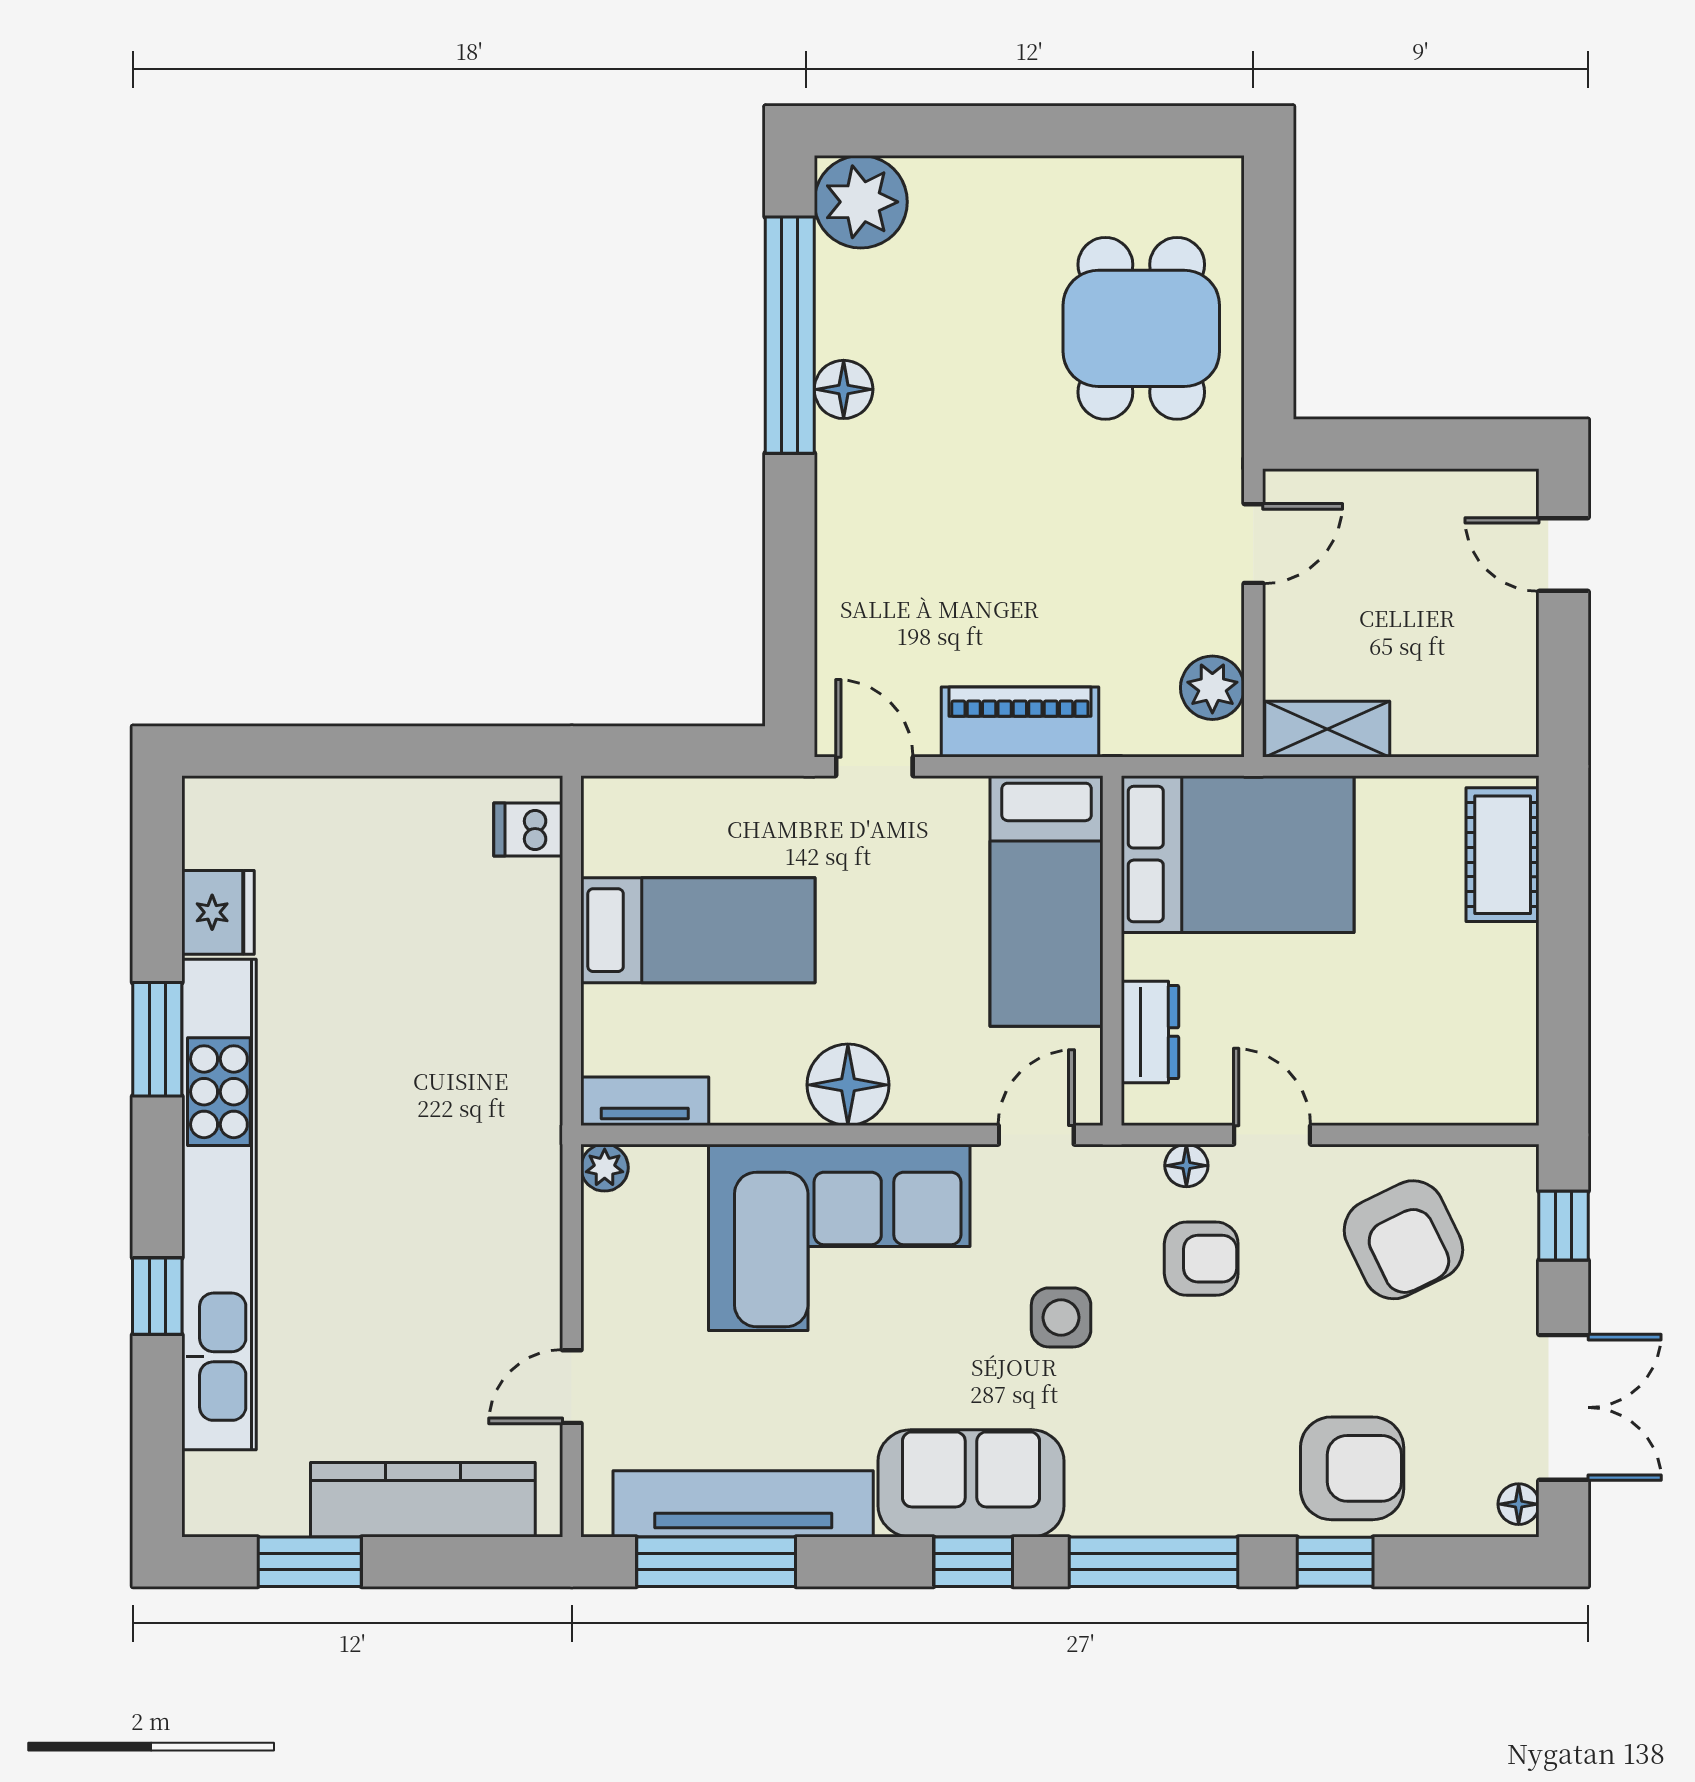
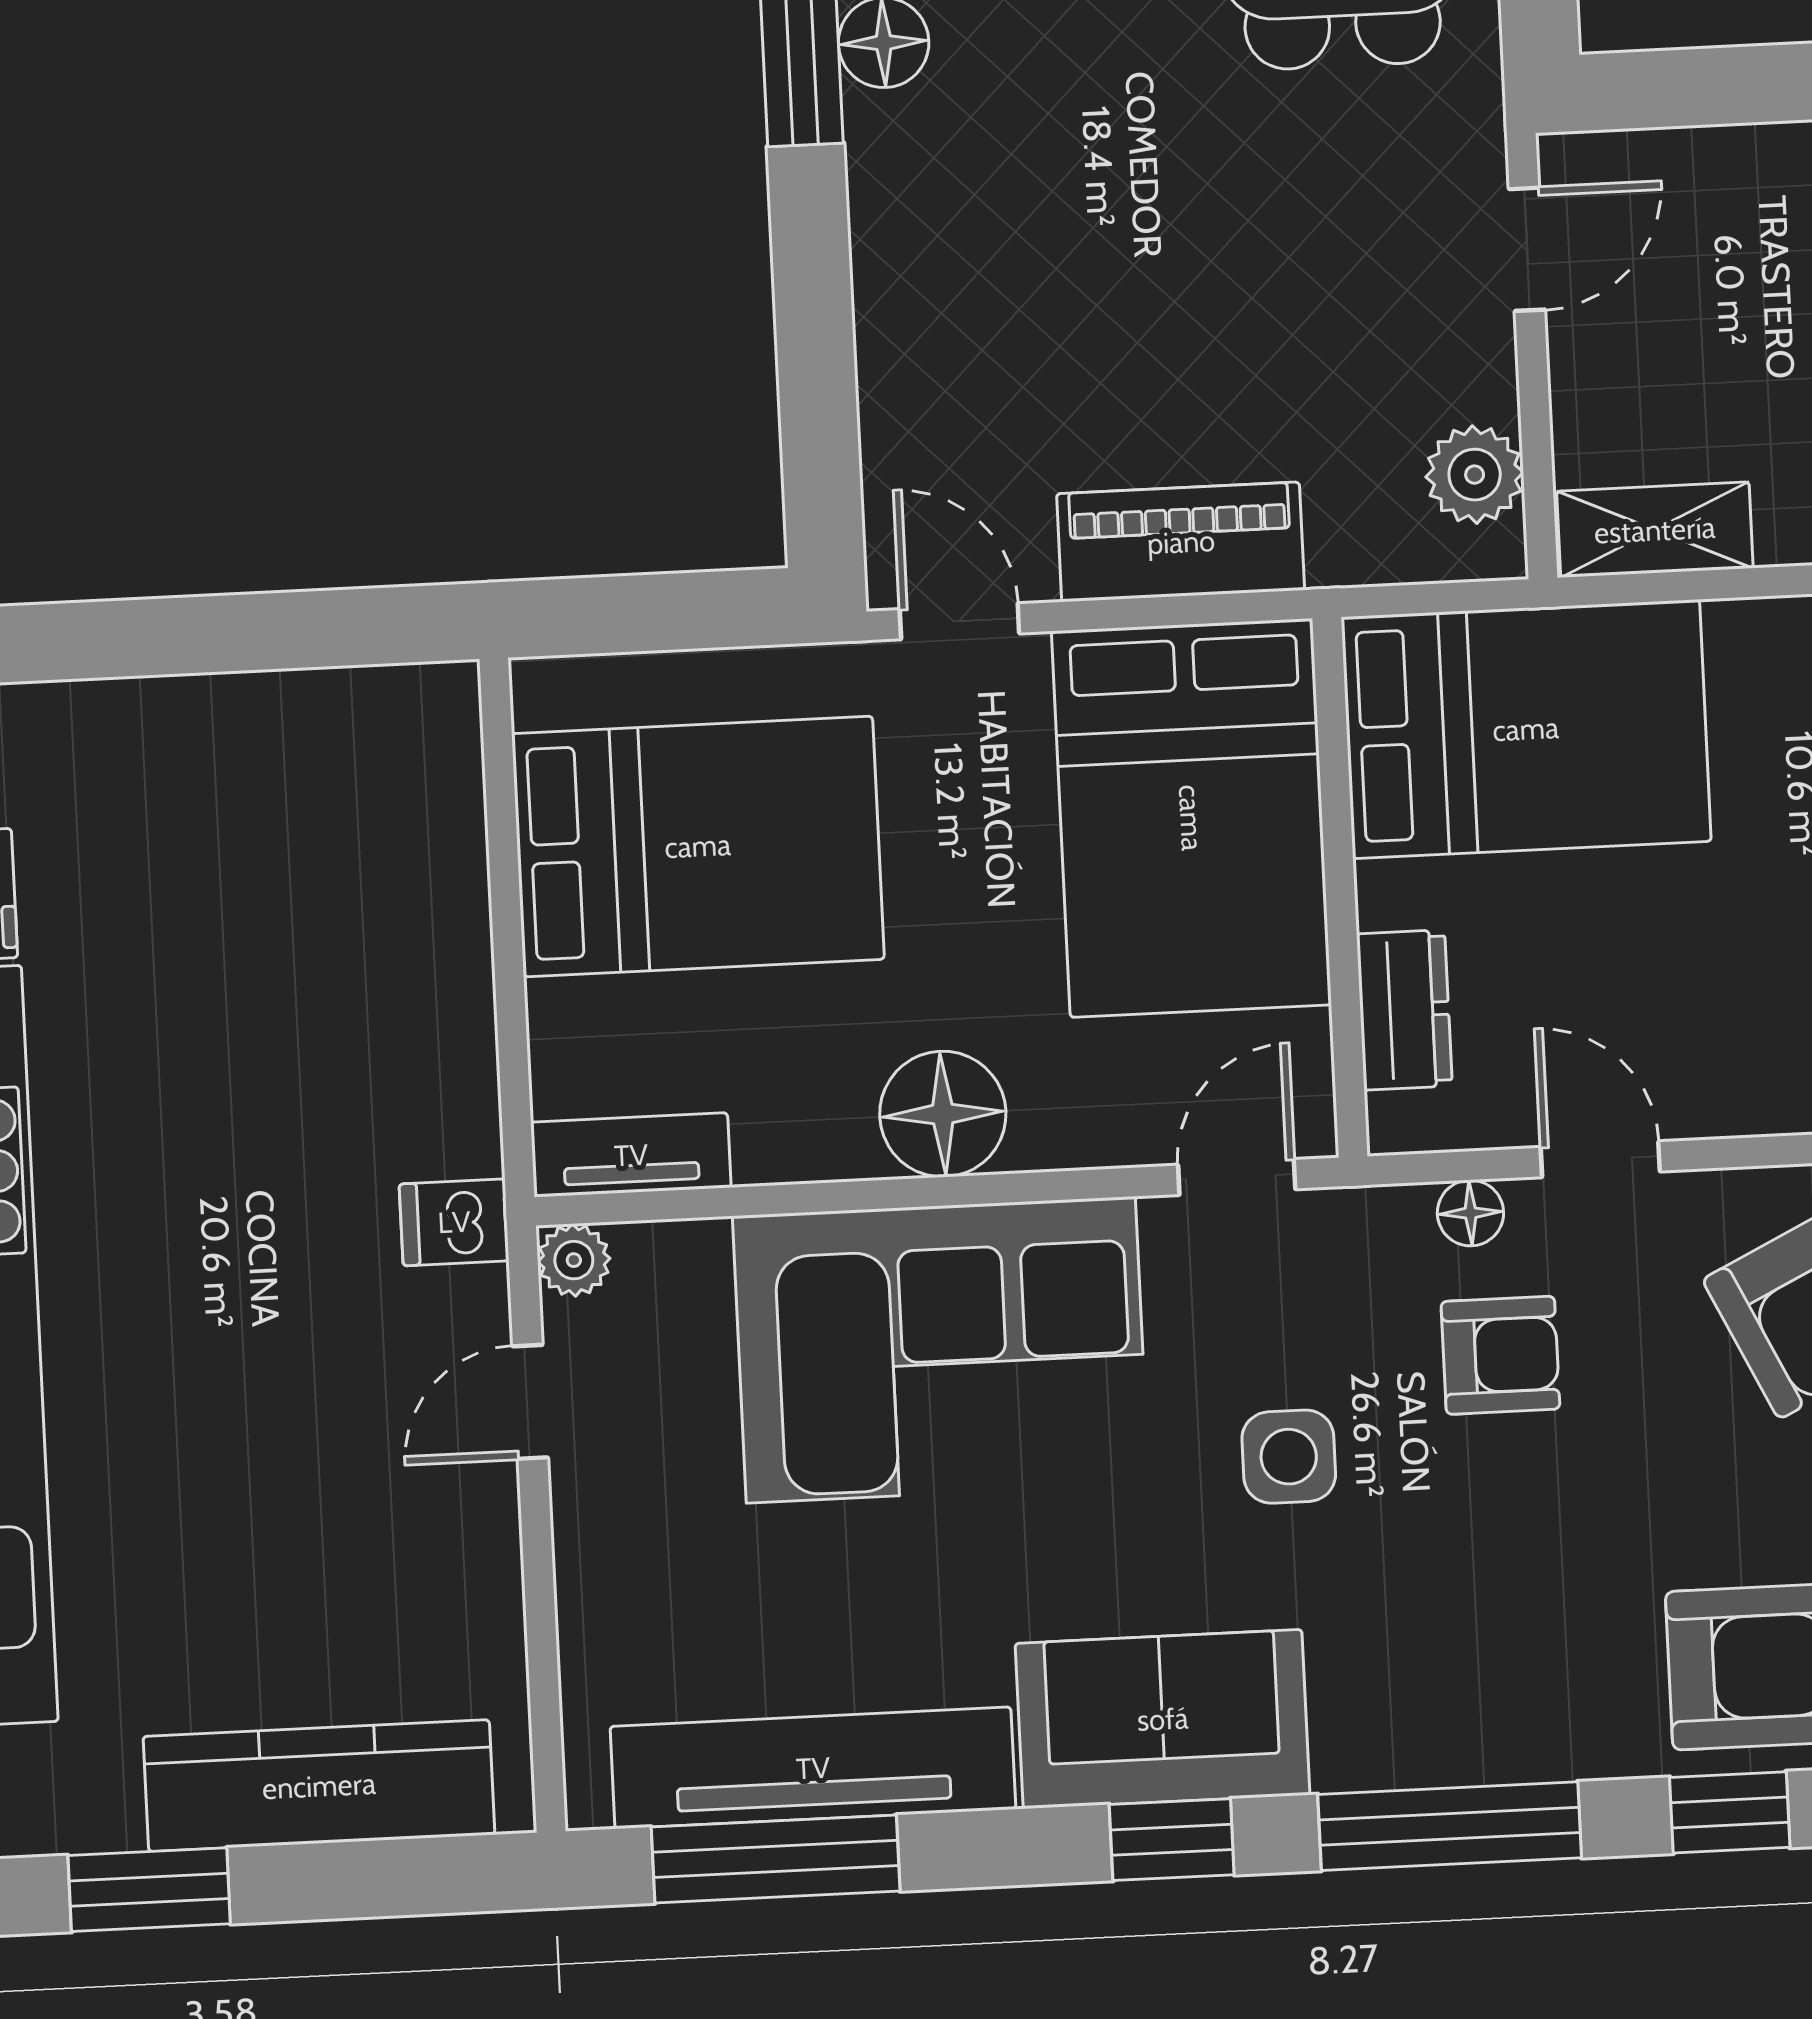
dishwasher: (528, 830) -> (454, 1222), moved
bed: (1047, 901) -> (1191, 818), width x1.50
bed: (698, 930) -> (698, 846), width x1.50
door: (572, 1387) -> (530, 1402), moved

